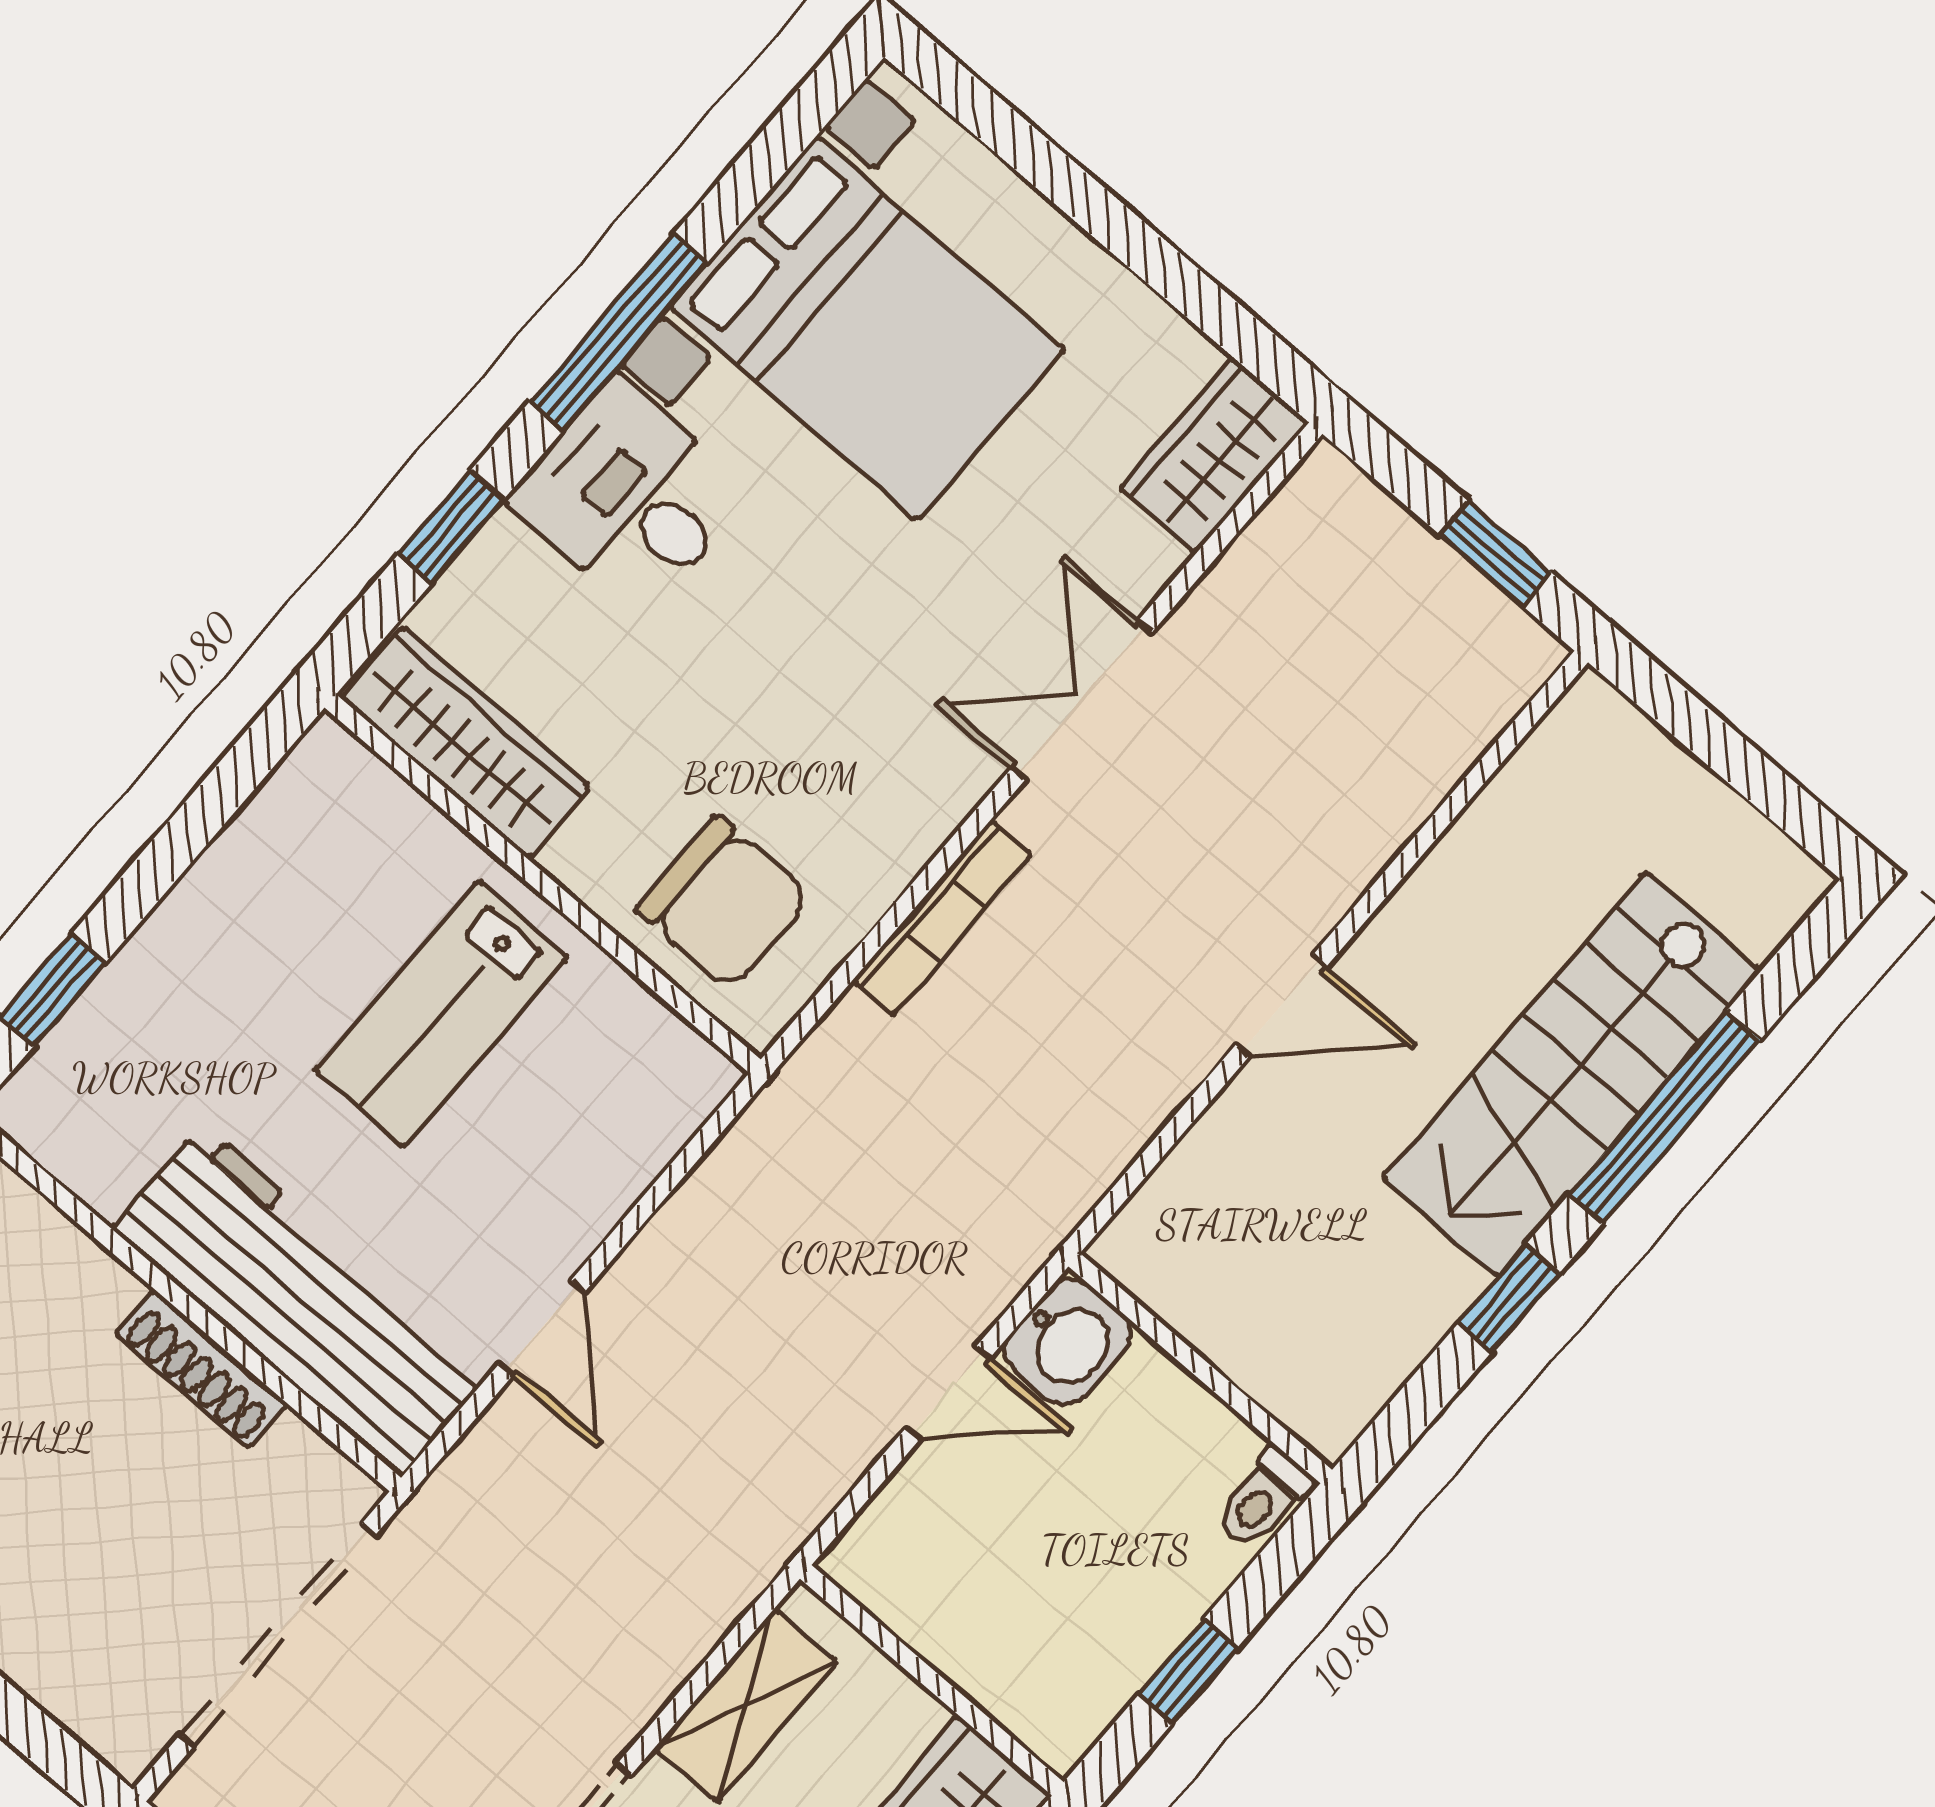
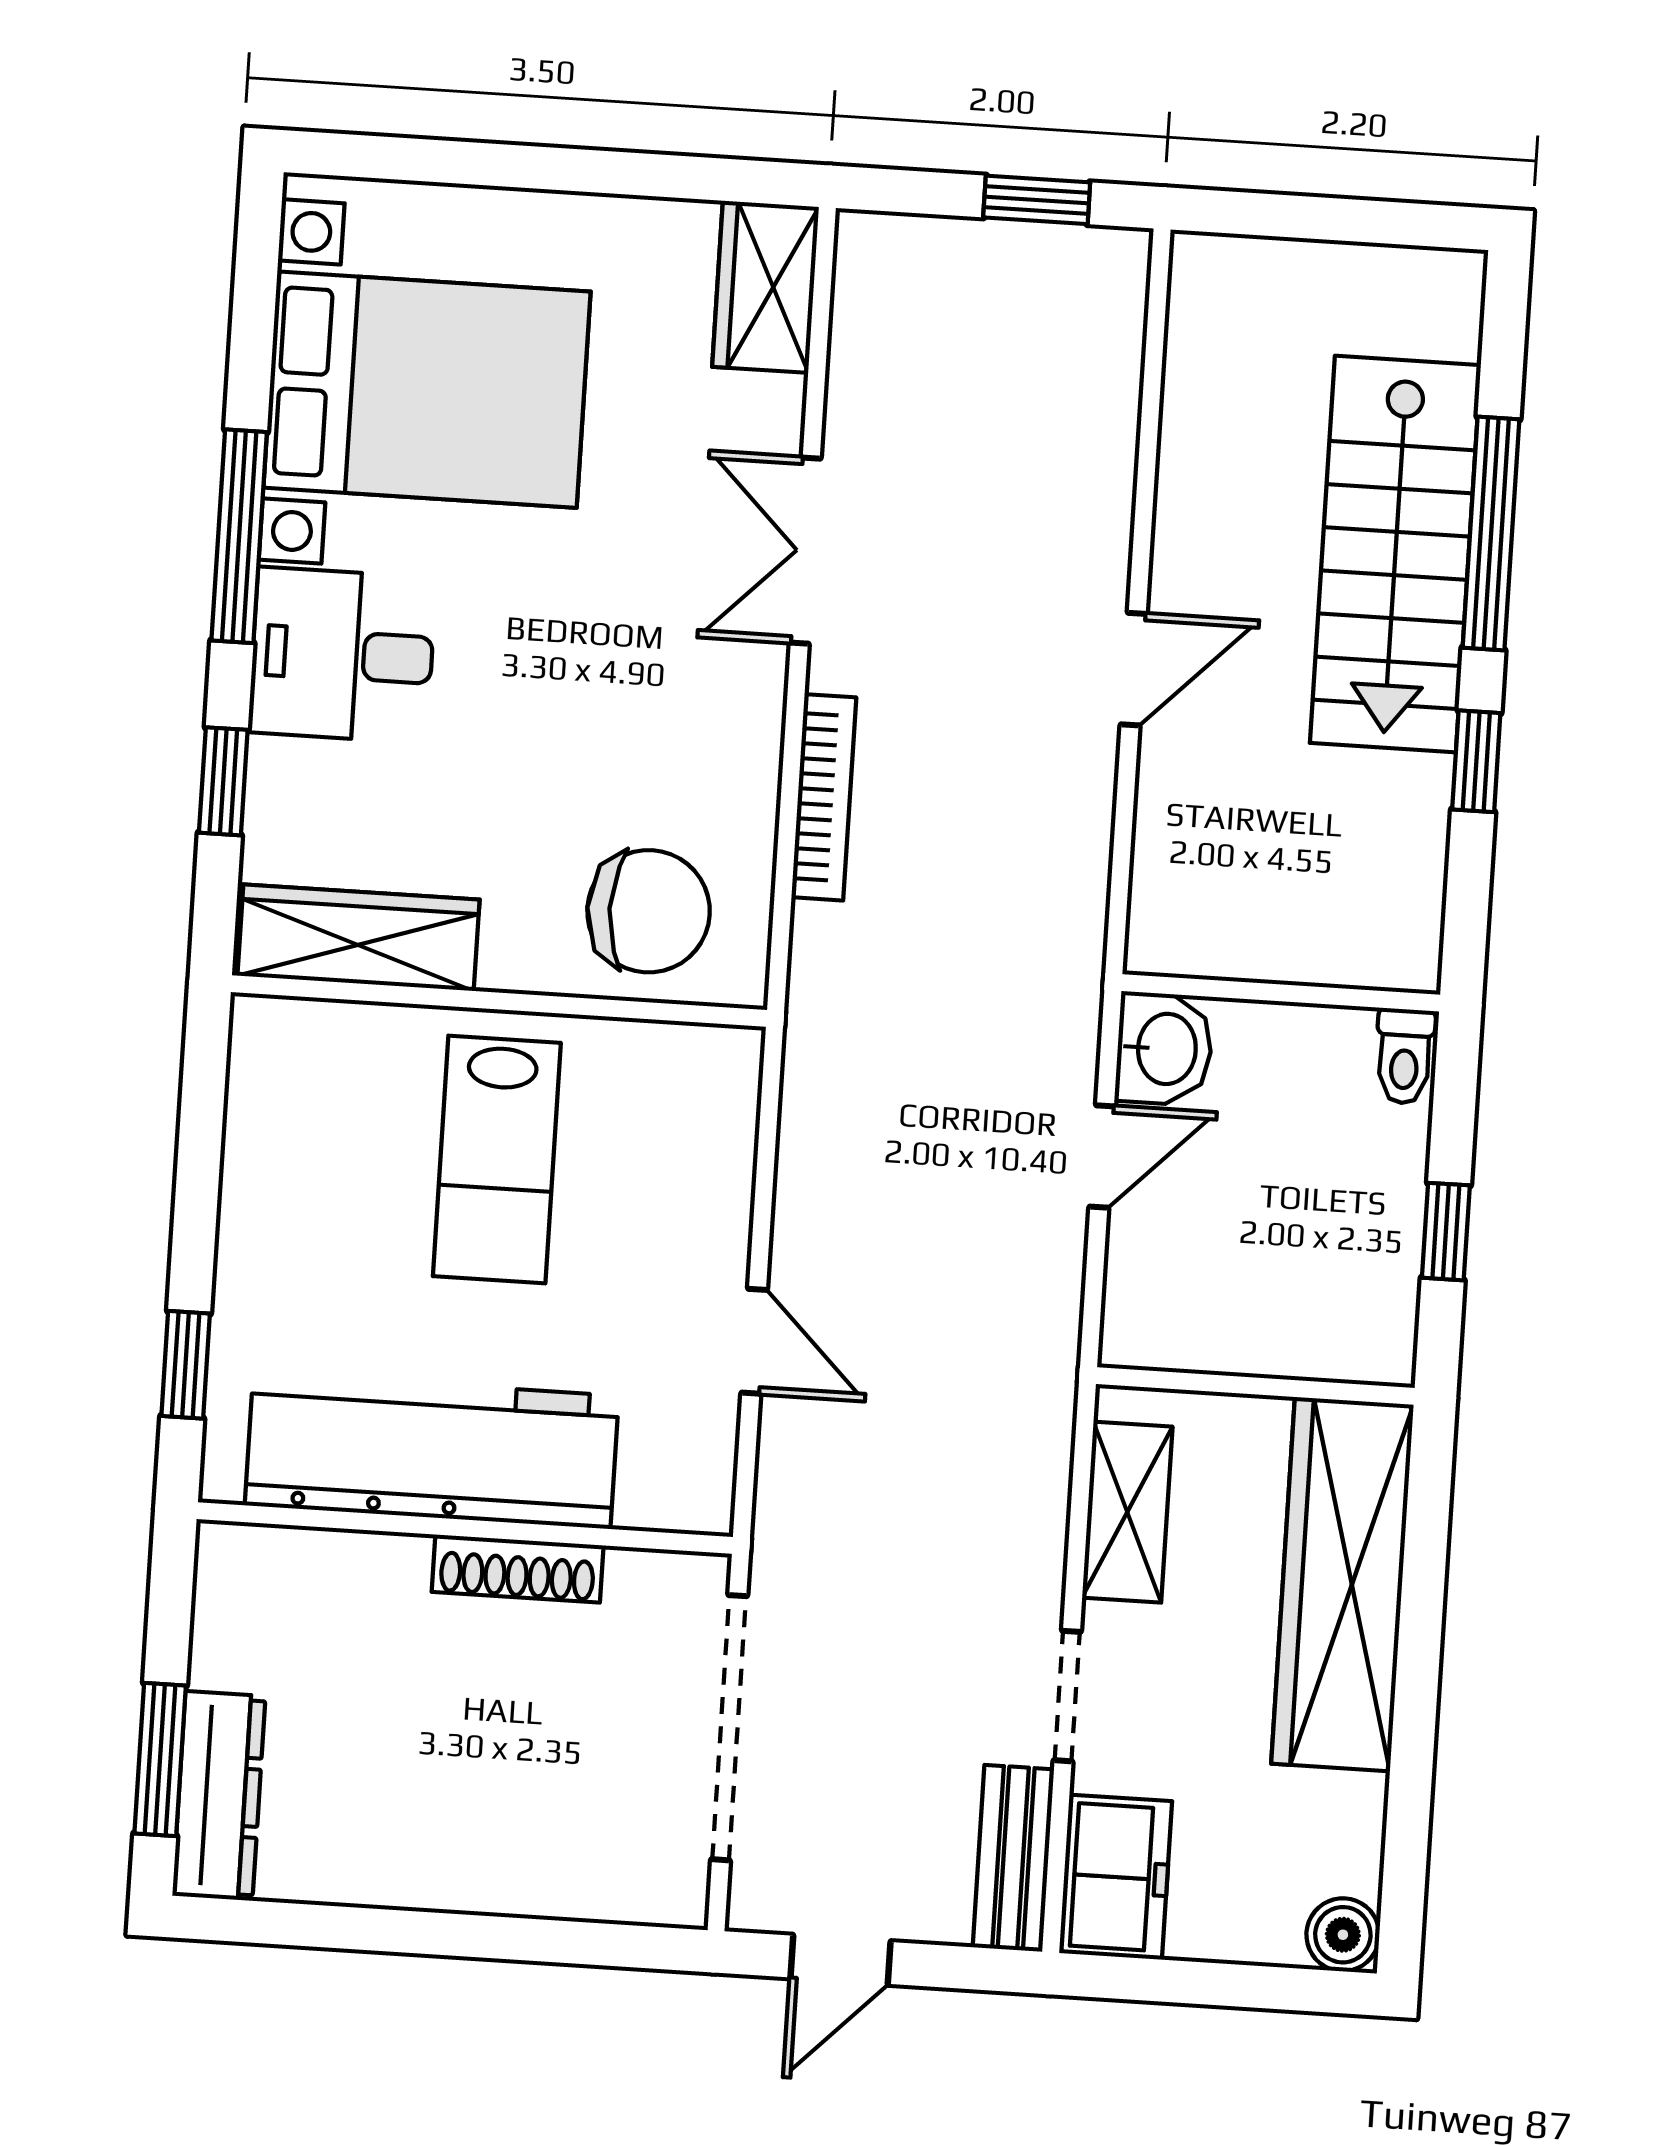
workbench: (301, 1300) -> (432, 1451), moved

